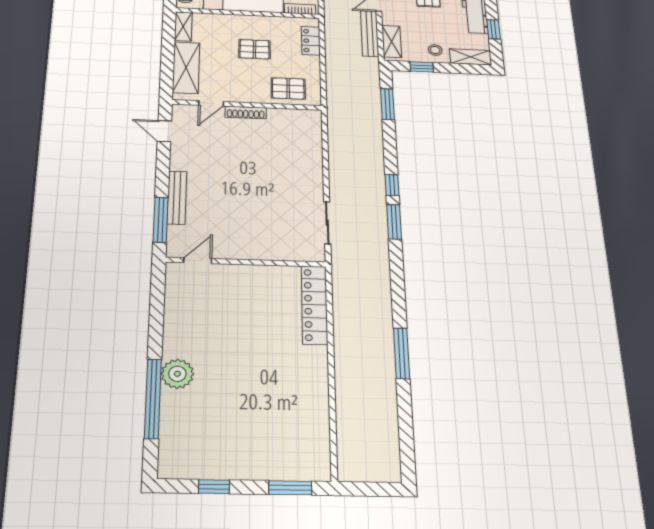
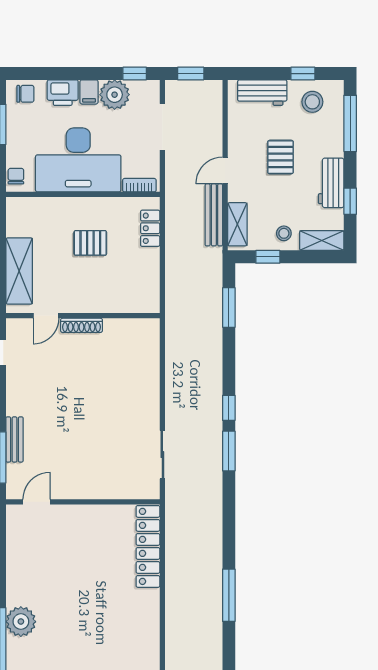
shelving: (183, 26) -> (15, 217), removed
pallet: (288, 88) -> (125, 293), removed
bench: (177, 198) -> (15, 439), width x0.73

